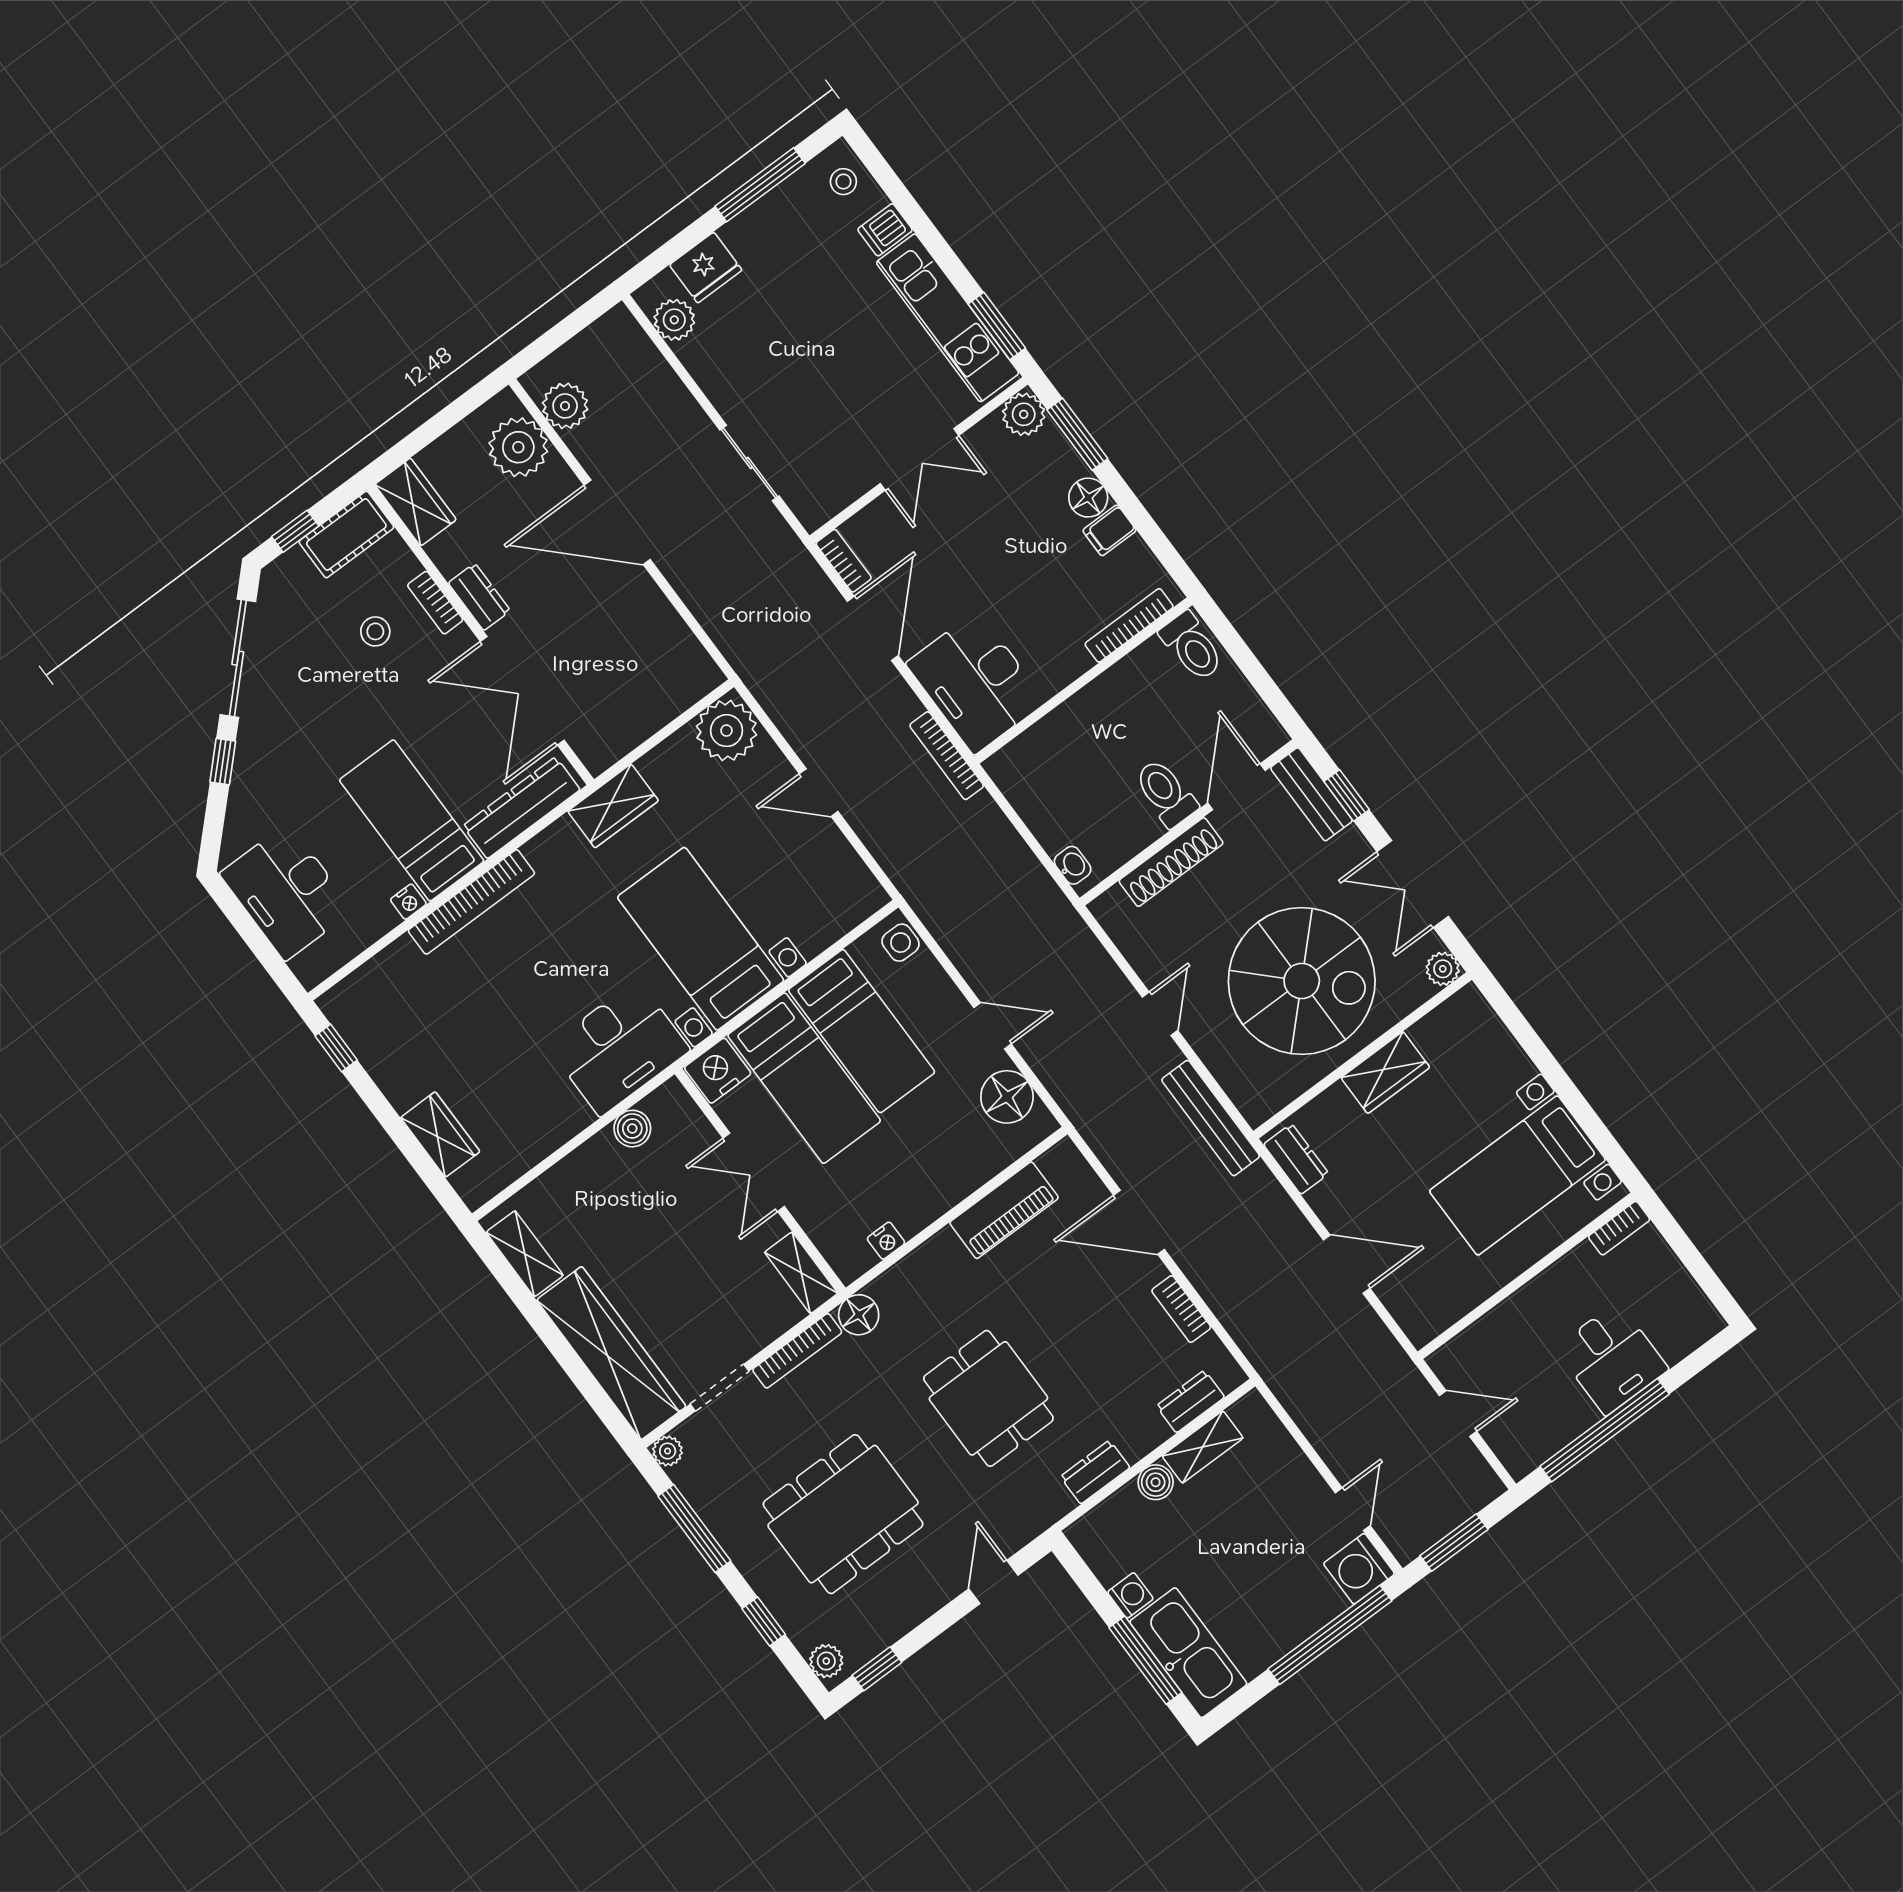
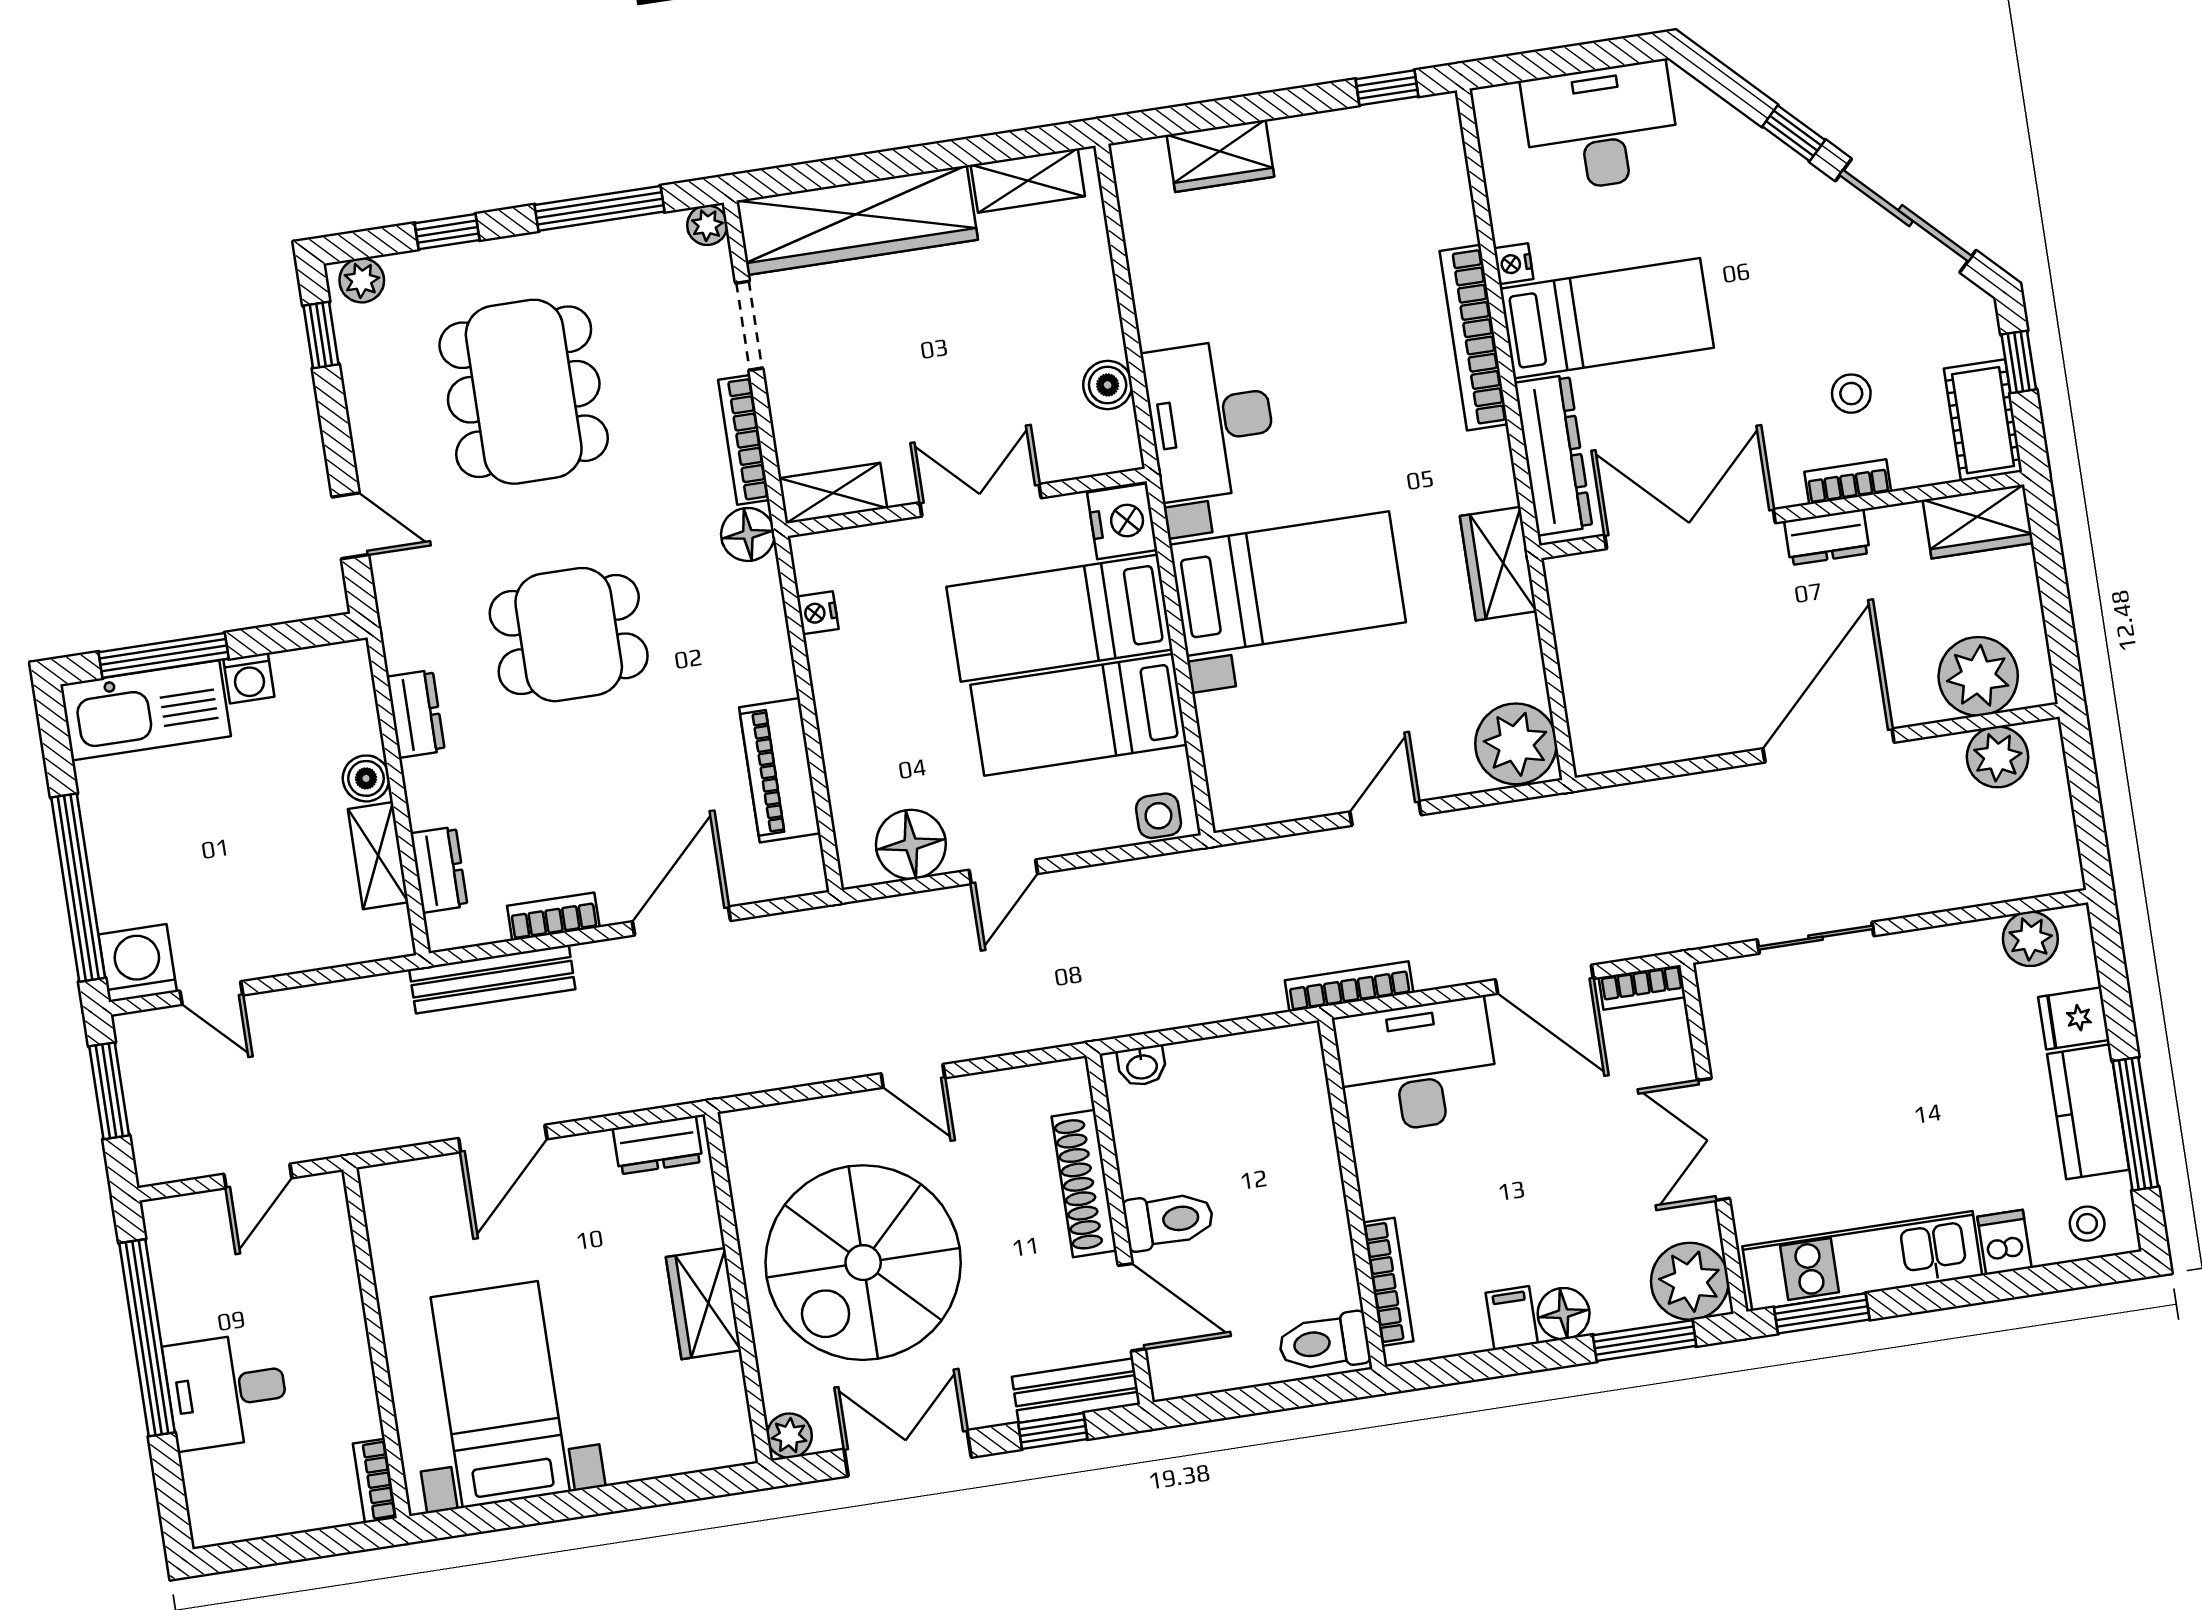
kitchen counter: (769, 220) -> (2088, 1112), added
fridge: (706, 268) -> (2074, 1018), width x0.72
plant: (1024, 414) -> (1690, 1281), width x1.36, depth x1.36
bench: (1211, 1118) -> (492, 979), moved

